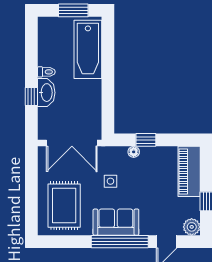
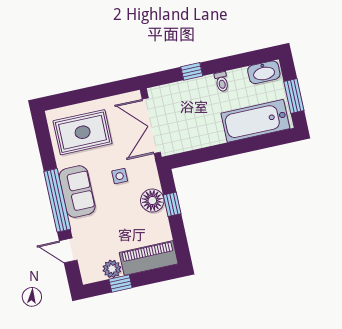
washbasin: (46, 93) -> (264, 72), moved
floor lamp: (134, 152) -> (152, 201), width x1.89, depth x1.89
plant: (192, 227) -> (112, 269), moved

